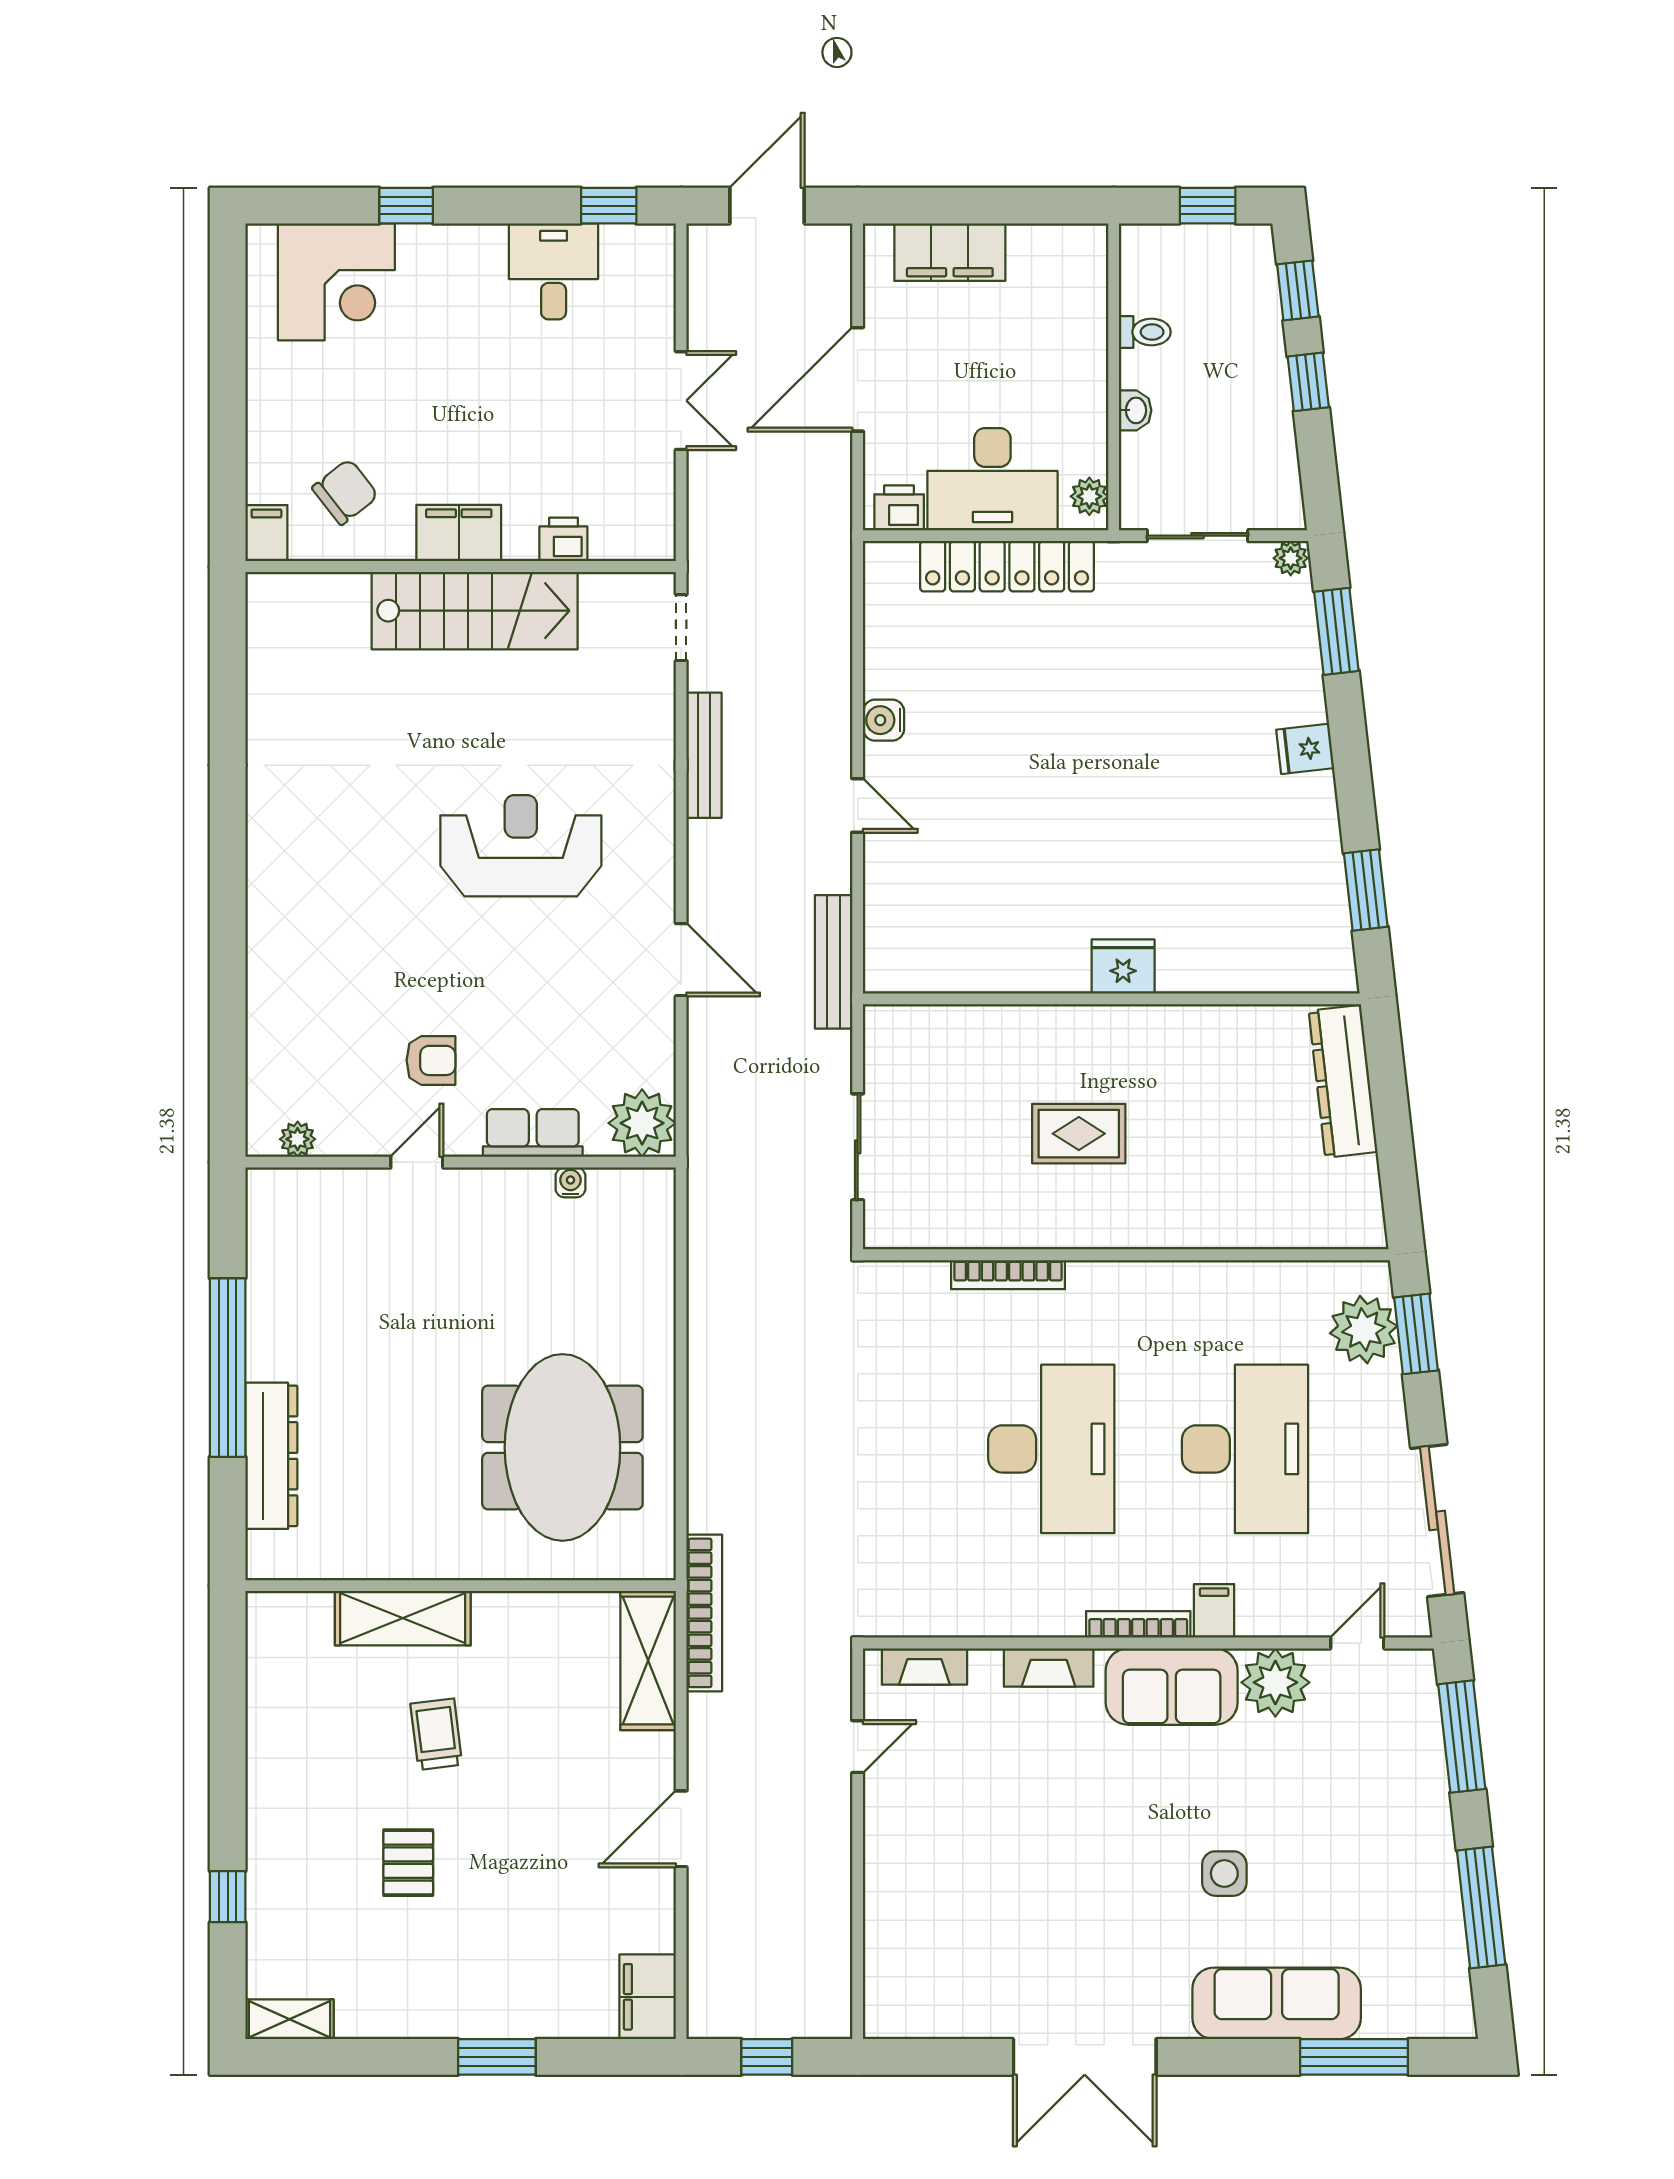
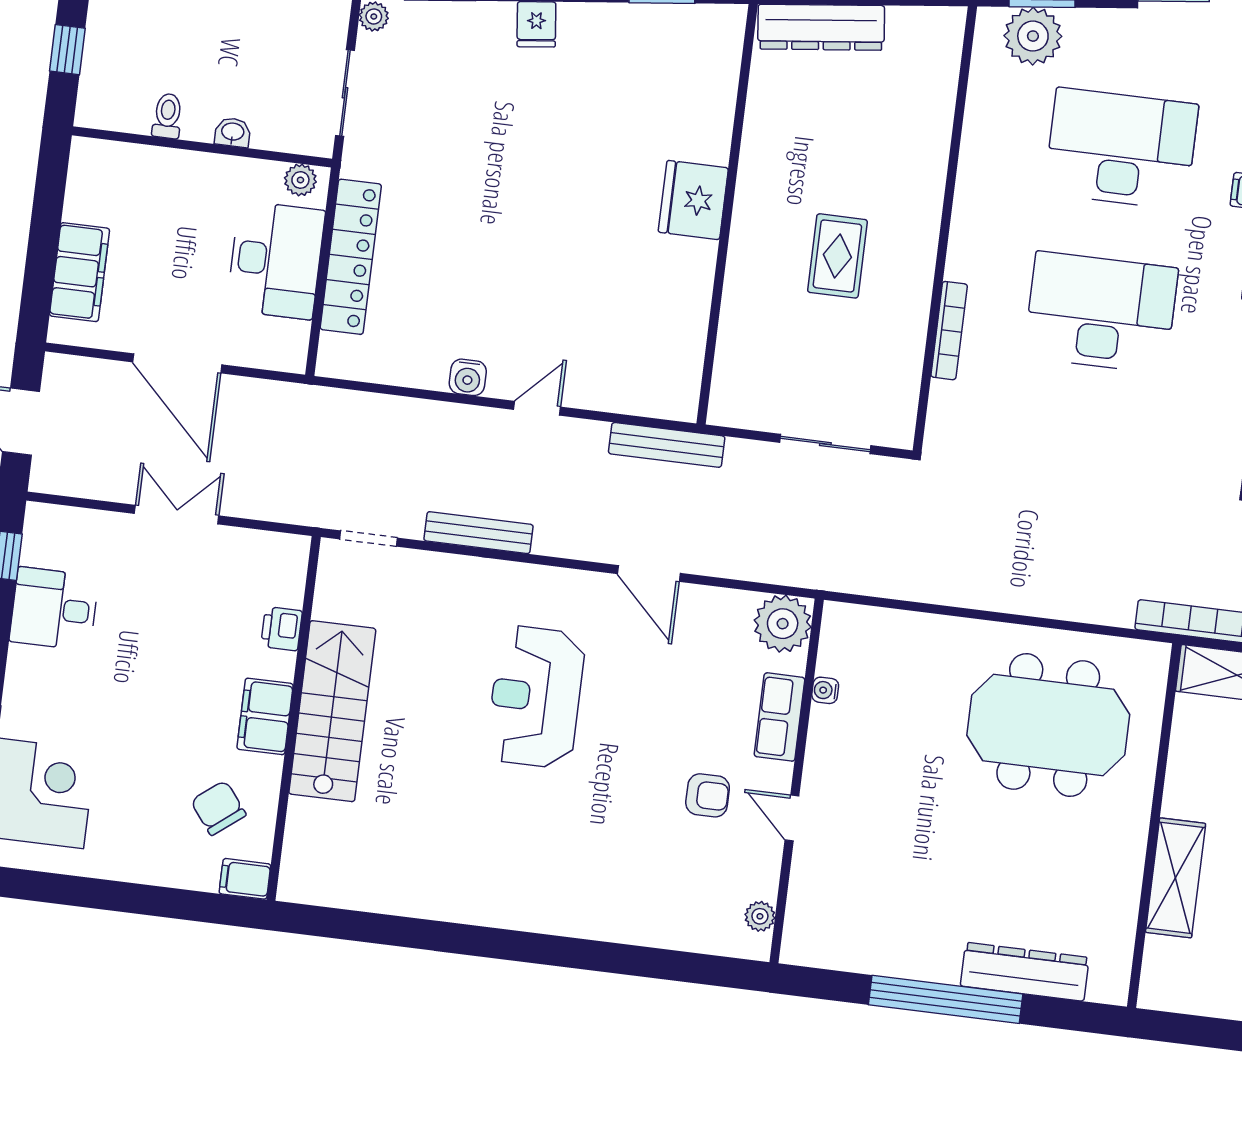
printer: (899, 508) -> (290, 342), removed
door: (681, 960) -> (649, 573), swing flipped
fridge: (1123, 967) -> (693, 200), width x1.36, depth x1.34
armchair: (431, 1060) -> (708, 795), turned 90

